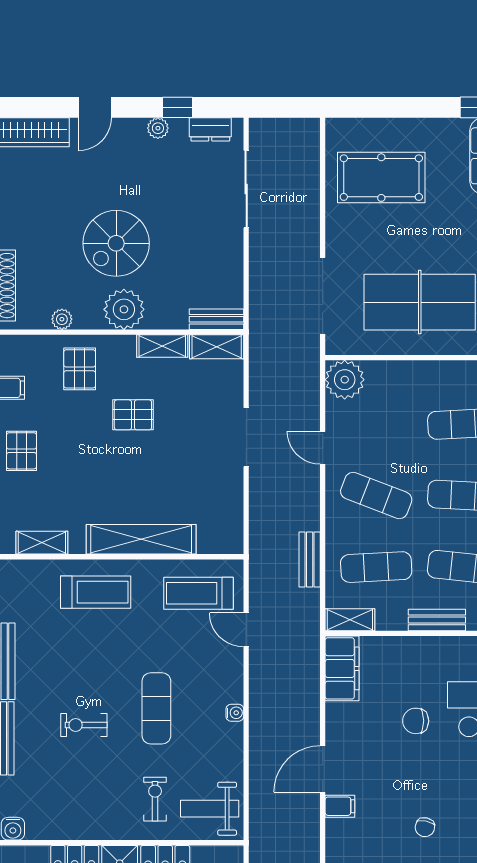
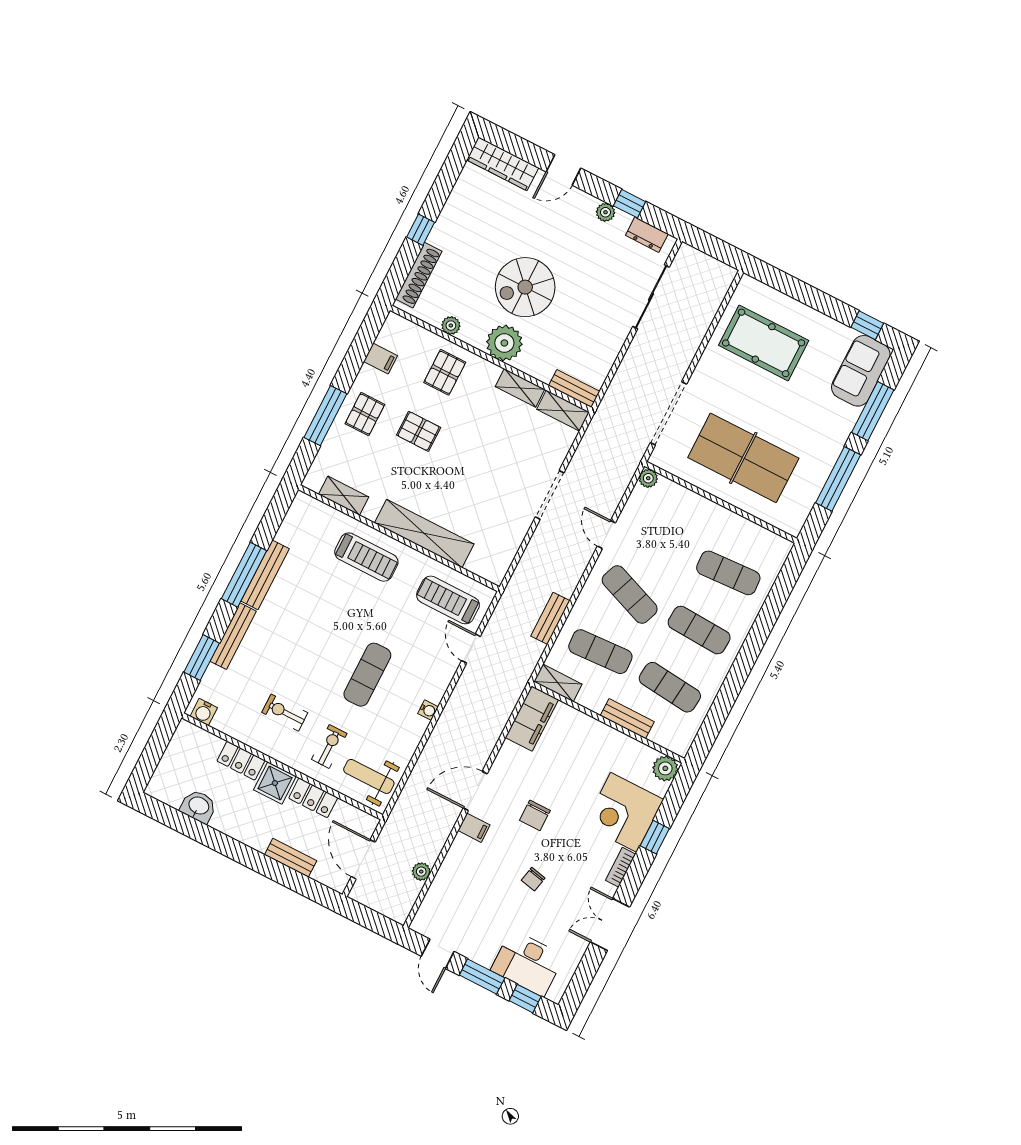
plant: (345, 380) -> (648, 478), width x0.53, depth x0.53
pallet: (133, 415) -> (419, 431), moved
chair: (416, 721) -> (535, 815), moved, turned -90
exercise bike: (84, 725) -> (285, 713), moved

